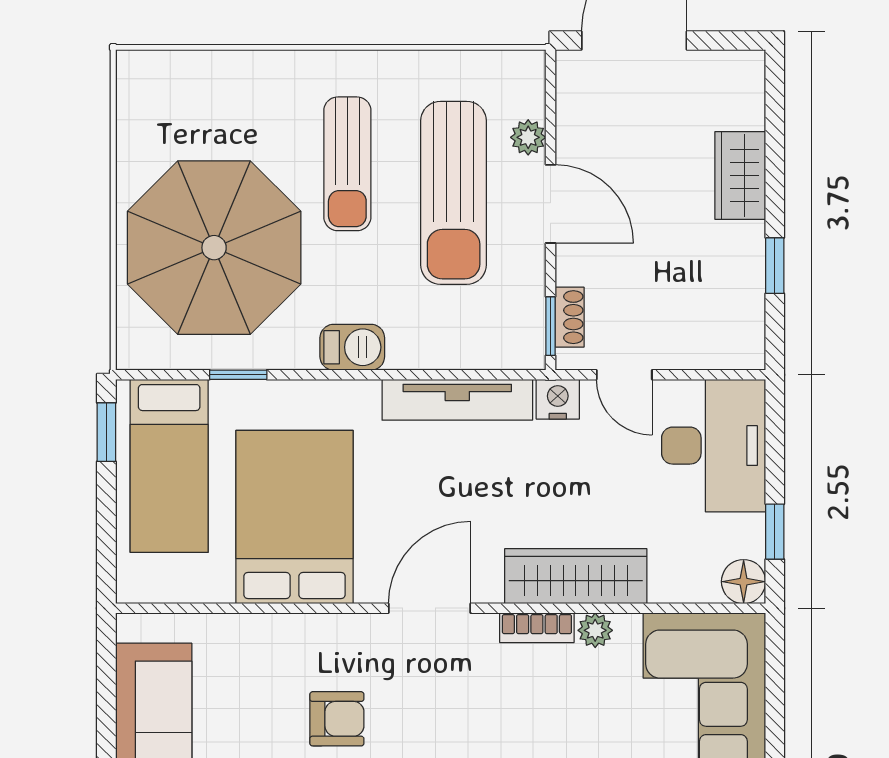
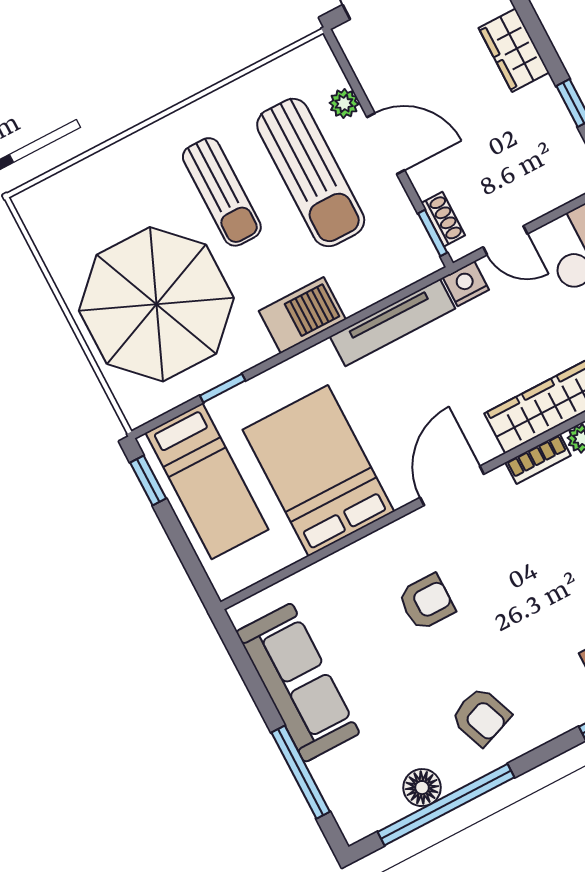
barbecue: (352, 347) -> (302, 315), width x1.38, depth x1.27

